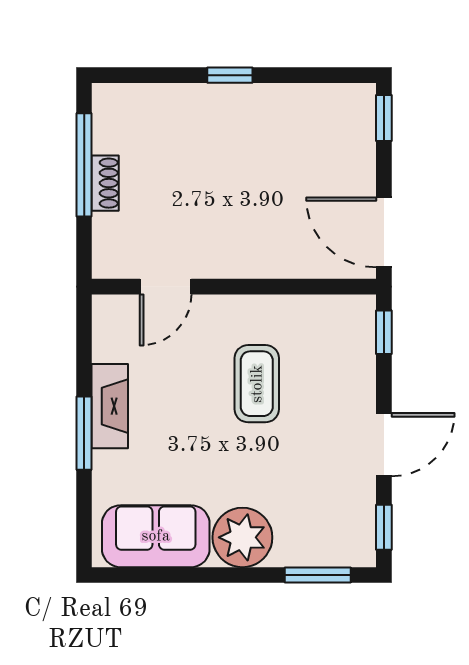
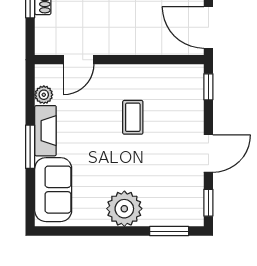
plant: (107, 346) -> (44, 95), added
coffee table: (257, 384) -> (133, 117), width x0.73, depth x0.77
sofa: (156, 536) -> (53, 190), moved, turned 90

